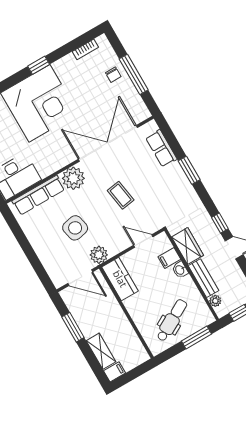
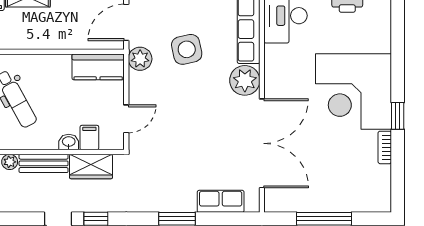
bookcase: (85, 49) -> (385, 147), moved
chair: (113, 75) -> (337, 195), removed
coffee table: (121, 195) -> (194, 123), removed

